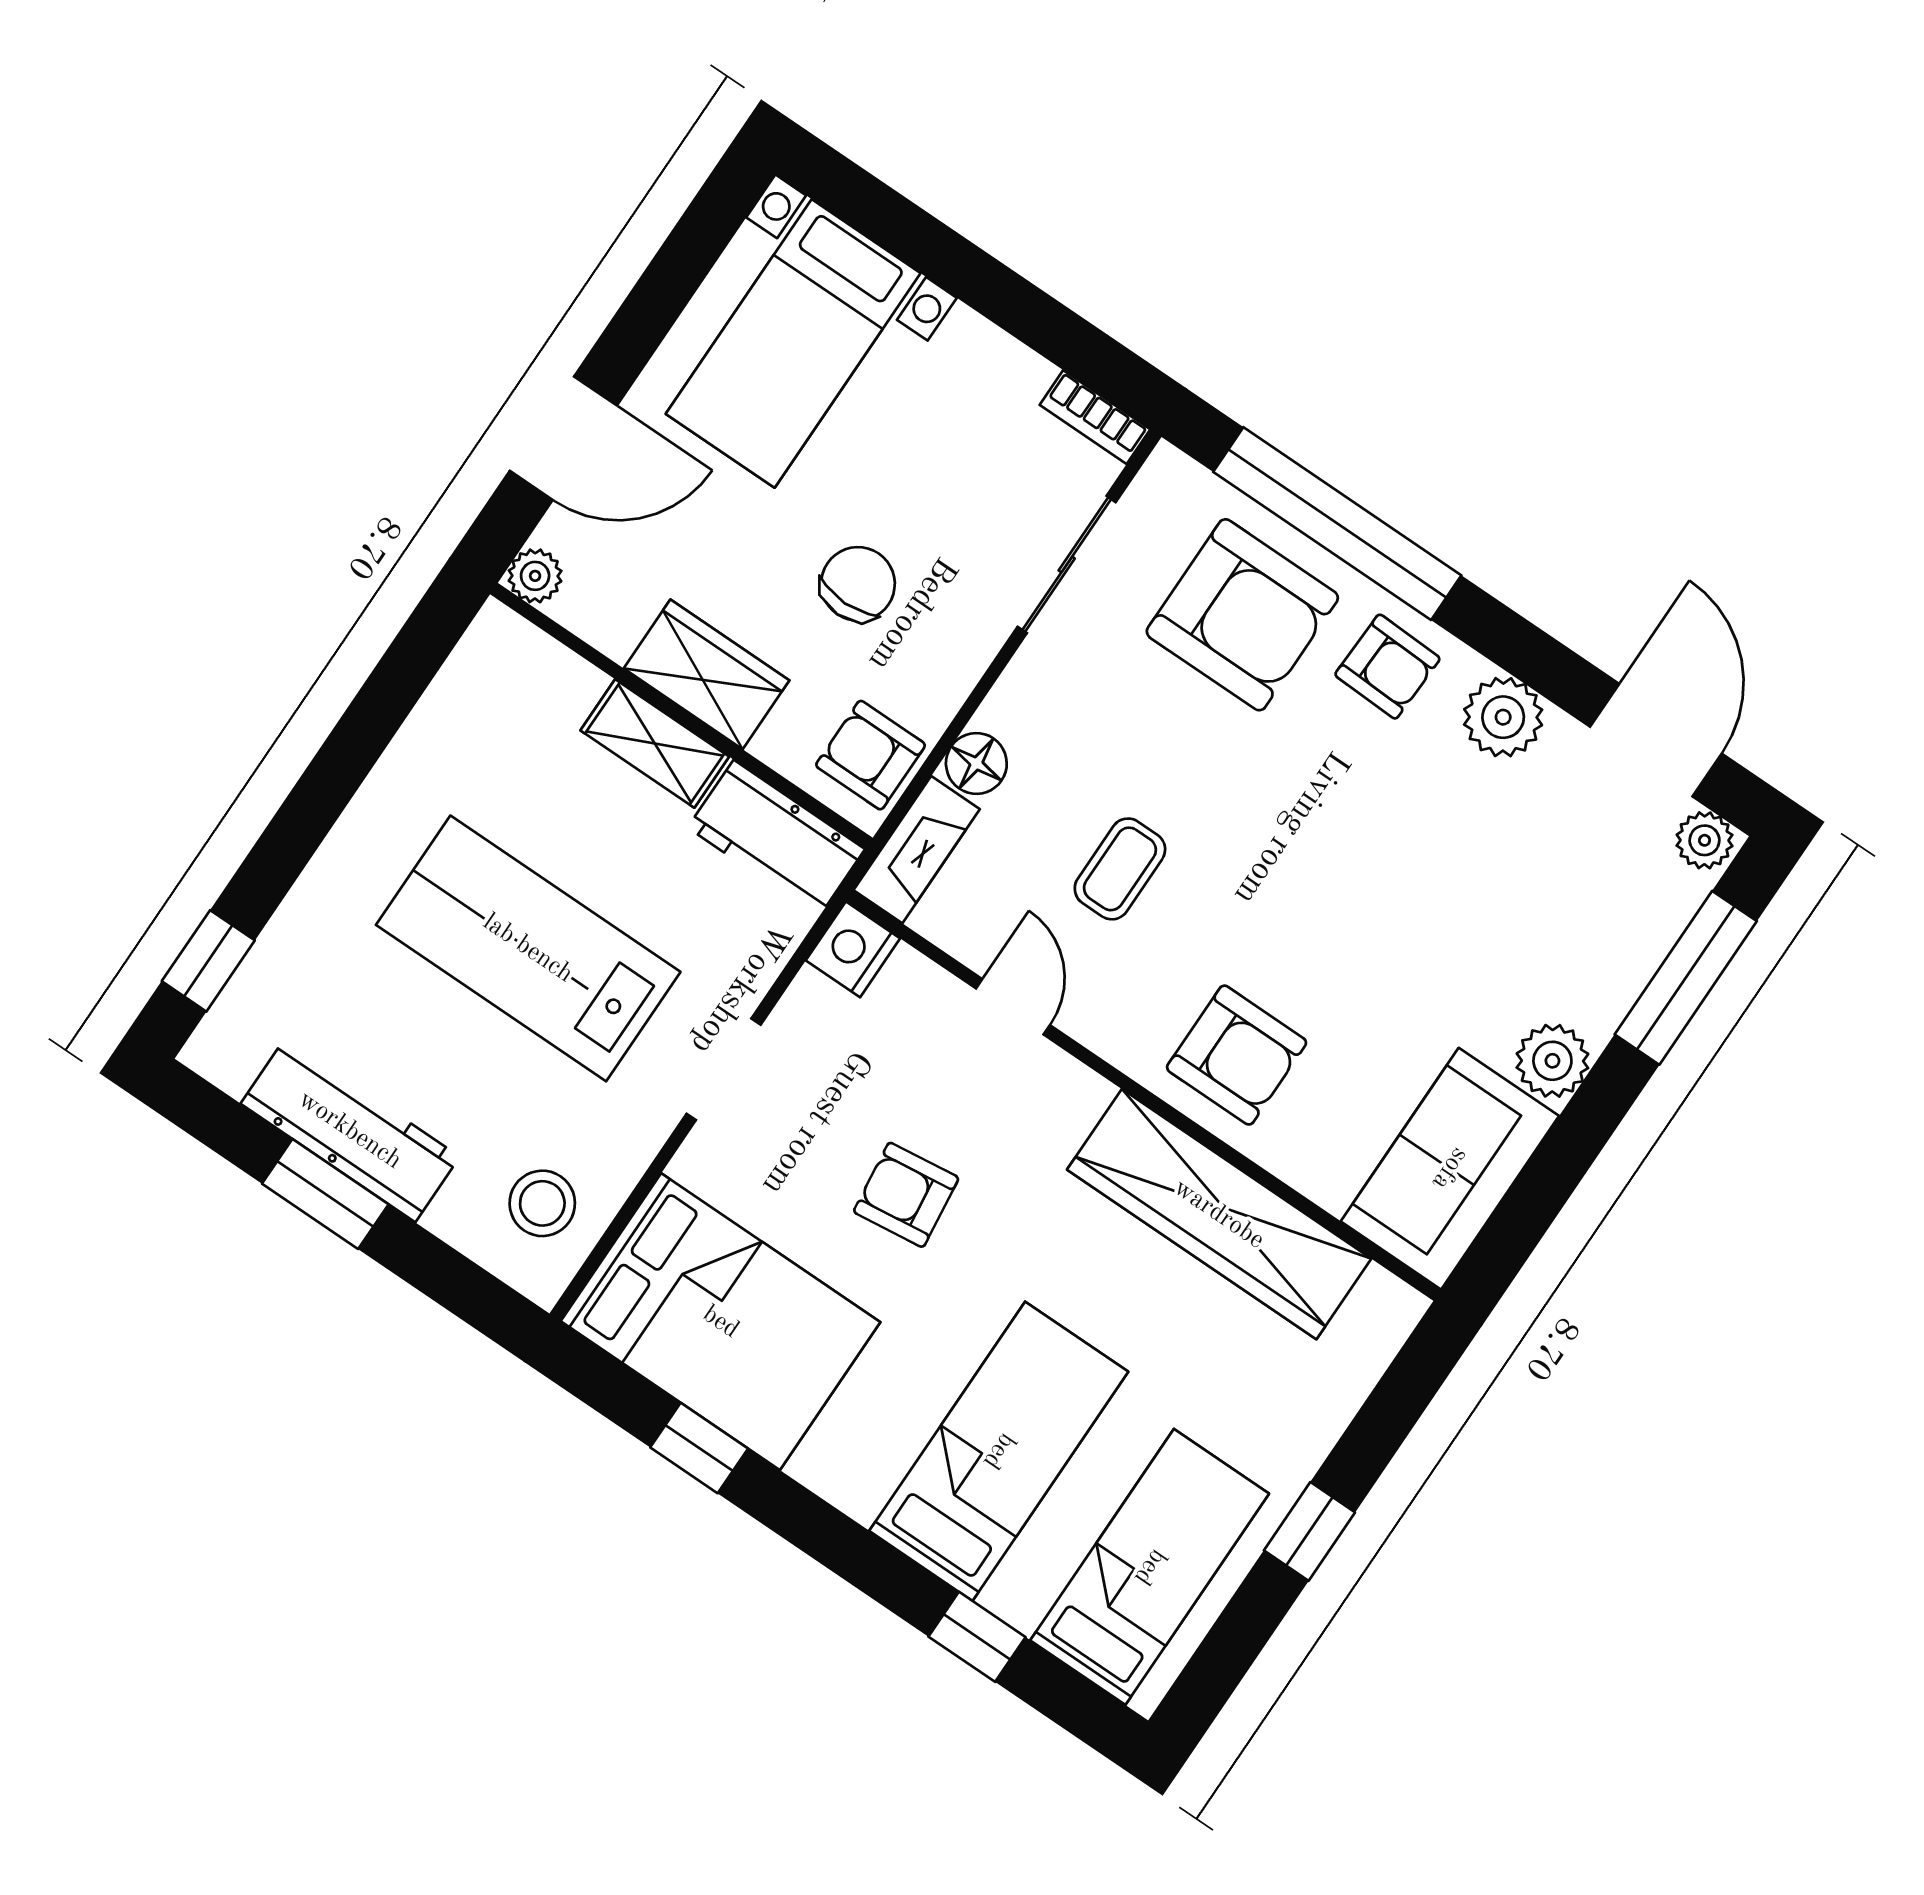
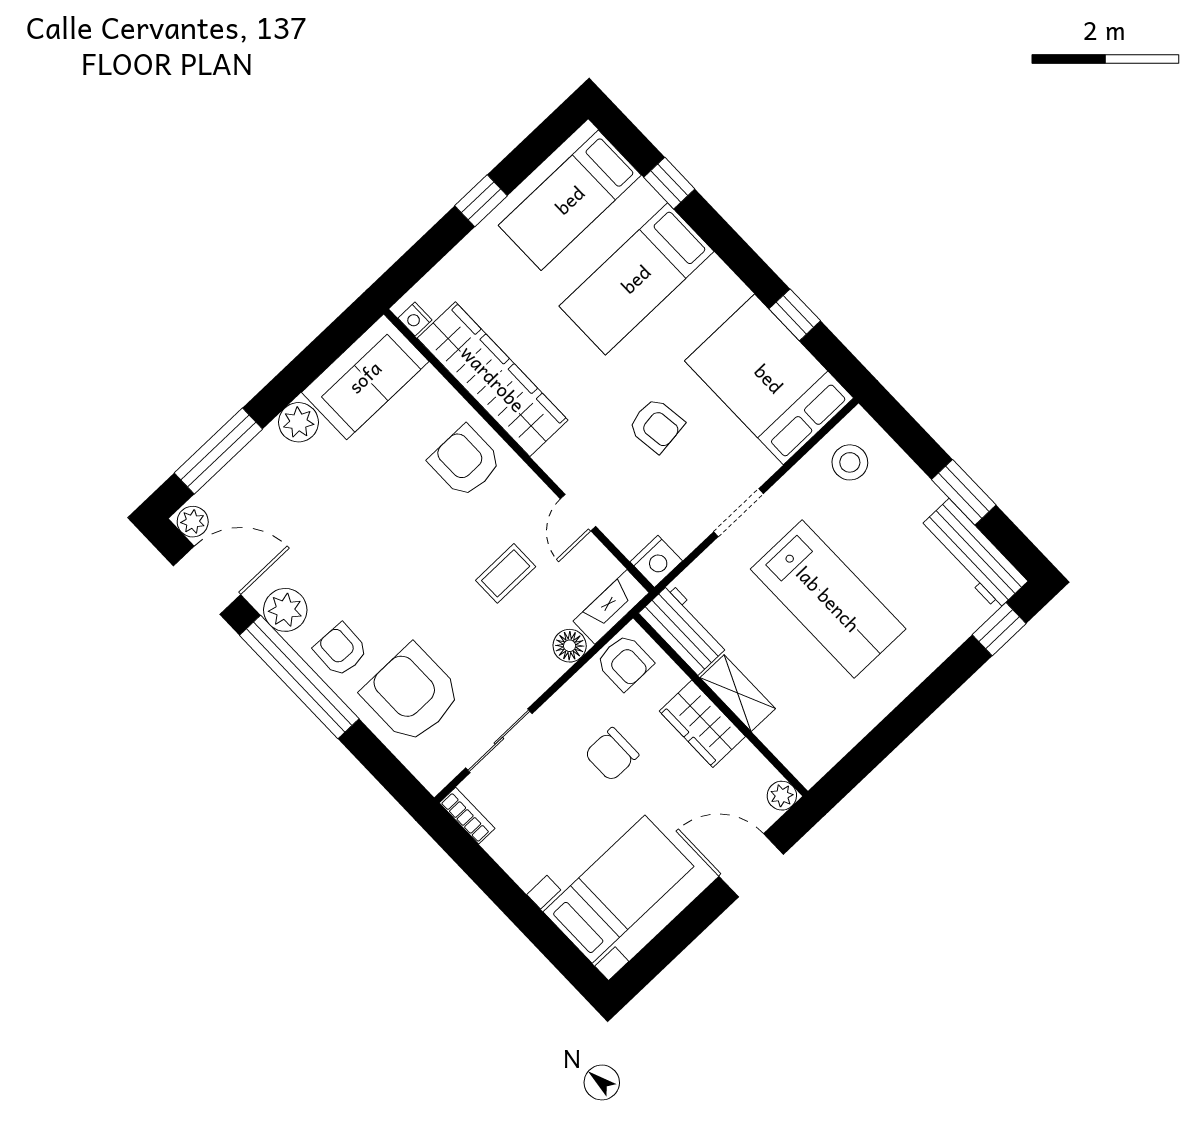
window: (1337, 524) -> (299, 677), moved
door: (1656, 740) -> (207, 580), swing flipped
workbench: (350, 1130) -> (973, 555), moved
nightstand: (1383, 1293) -> (415, 319), added

